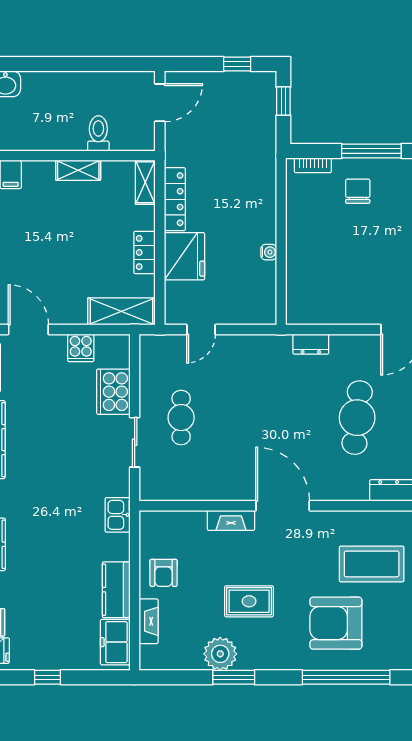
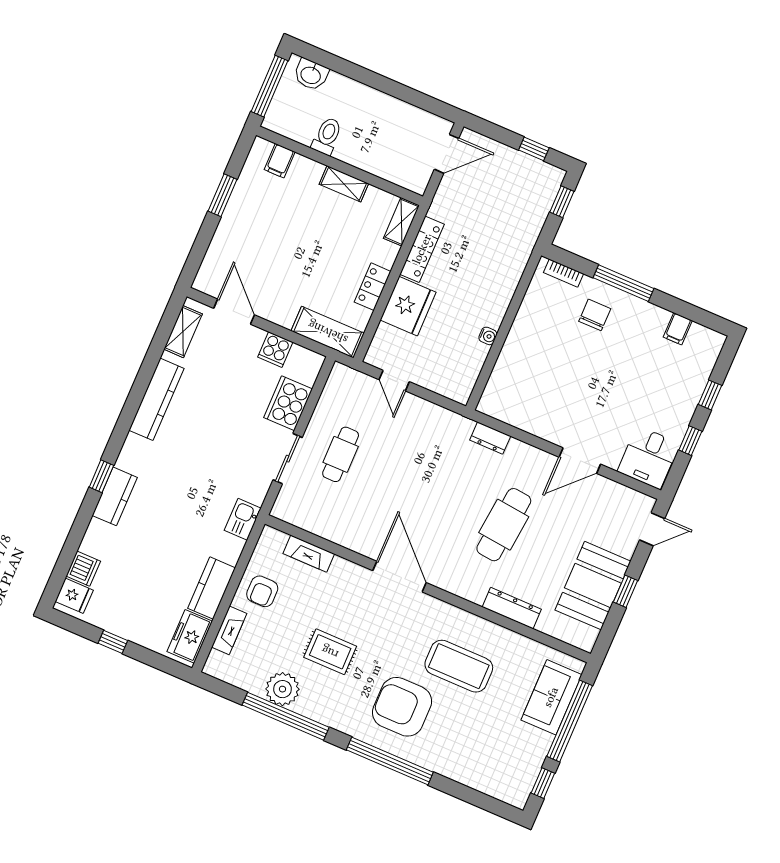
toilet: (98, 133) -> (327, 136), moved
door: (201, 329) -> (394, 381), hinge flipped
fireplace: (231, 520) -> (309, 554), moved
window: (234, 677) -> (286, 716), width x2.11

